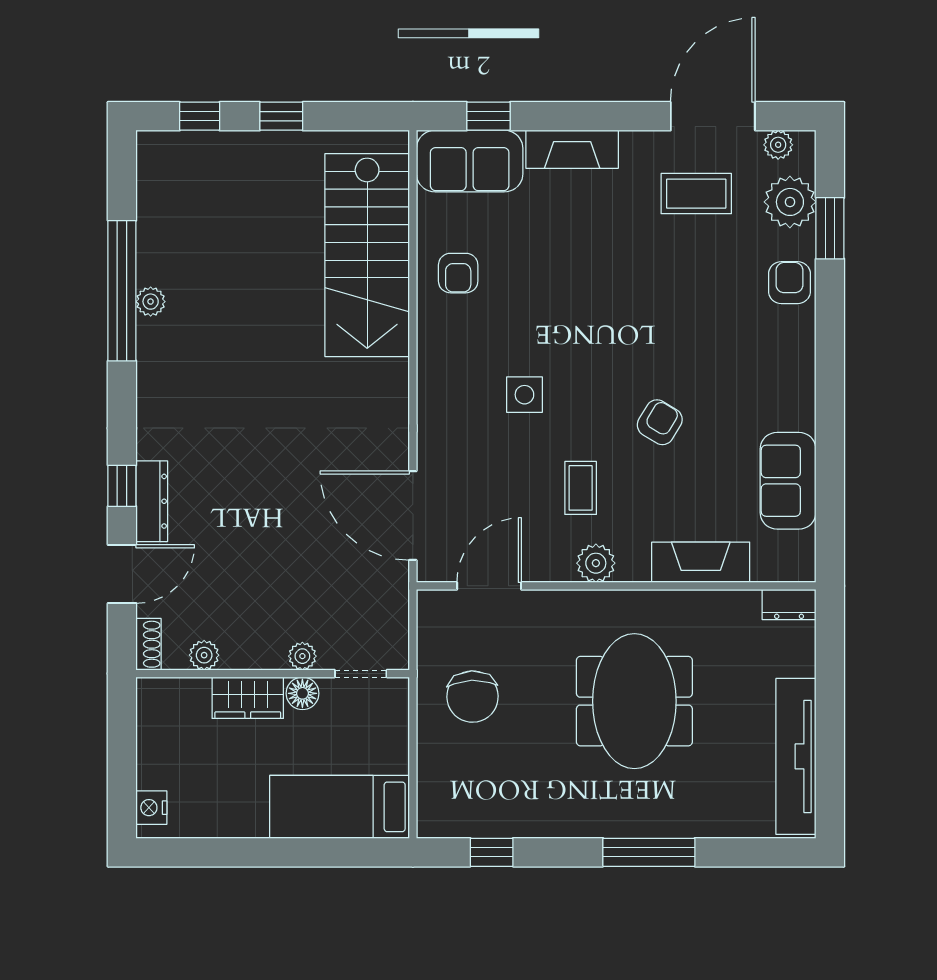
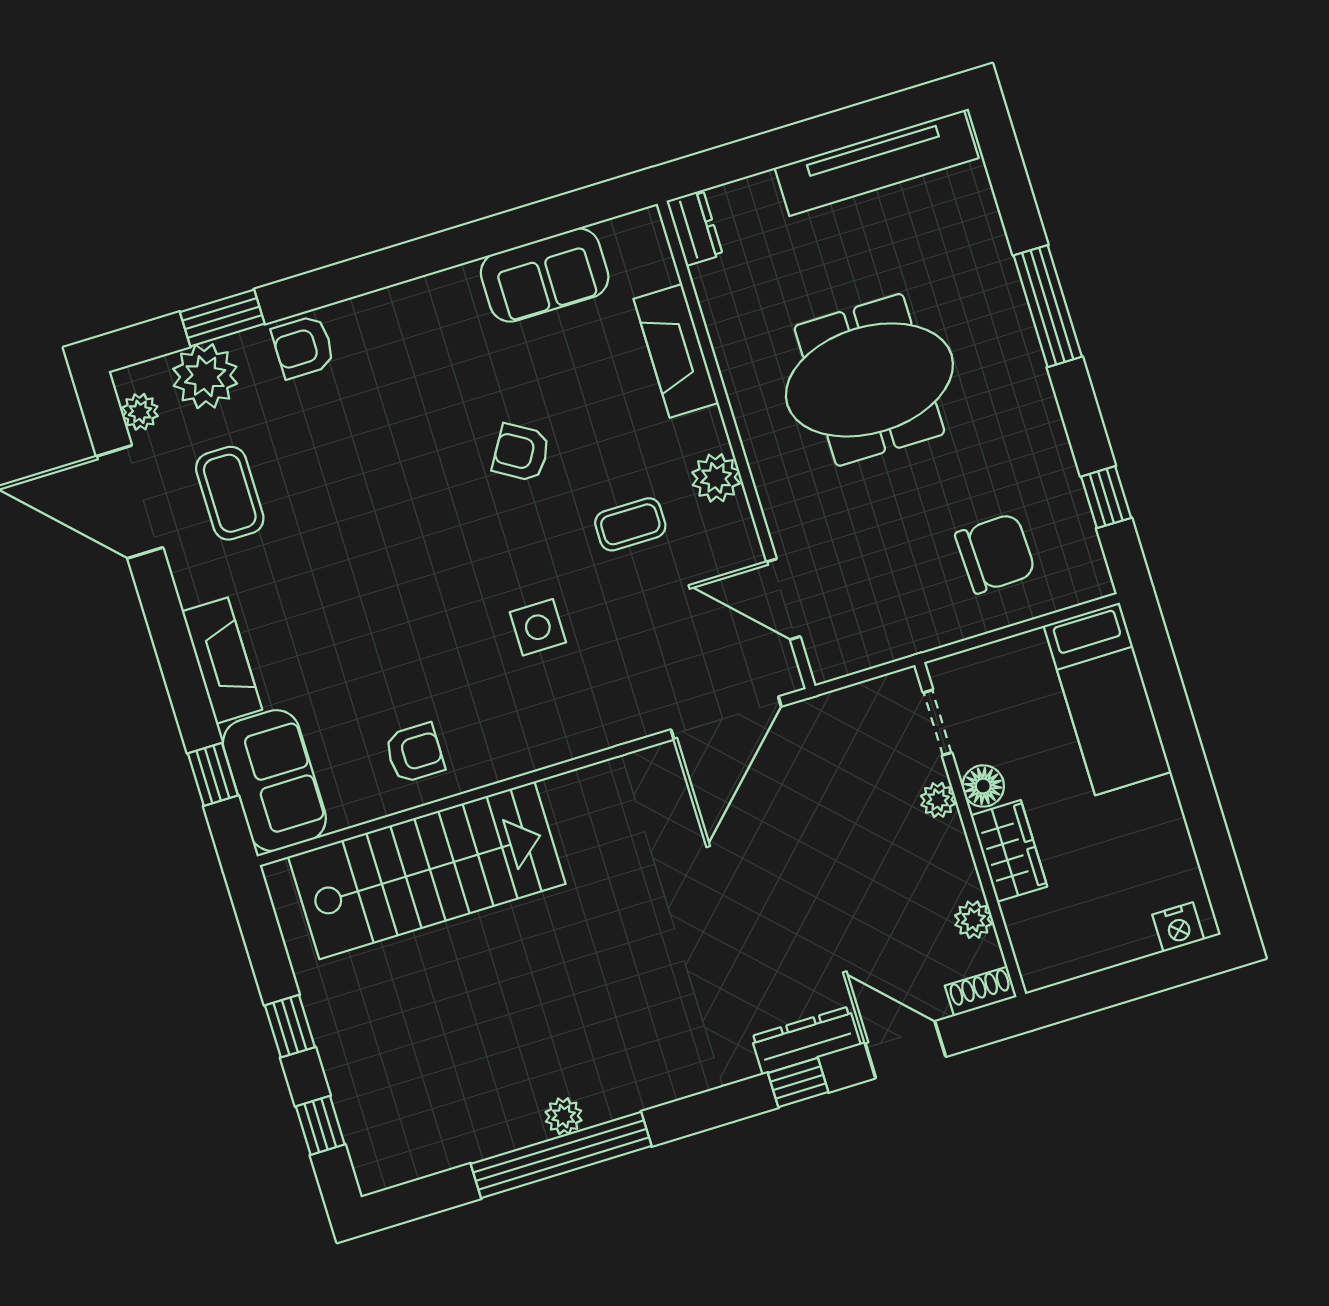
chair: (472, 697) -> (995, 553), moved

